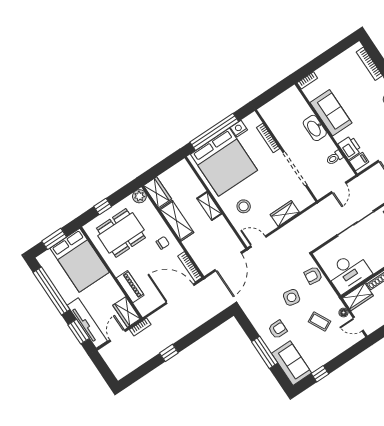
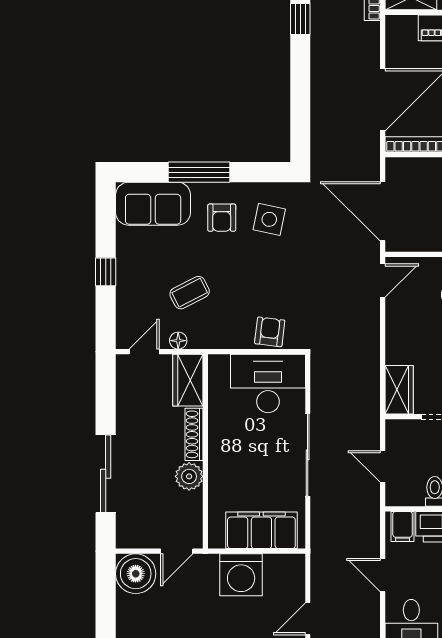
wardrobe: (285, 213) -> (399, 390), moved
desk: (348, 272) -> (268, 383), moved, turned 90
side table: (292, 297) -> (269, 219), moved
window: (320, 374) -> (106, 272), moved

